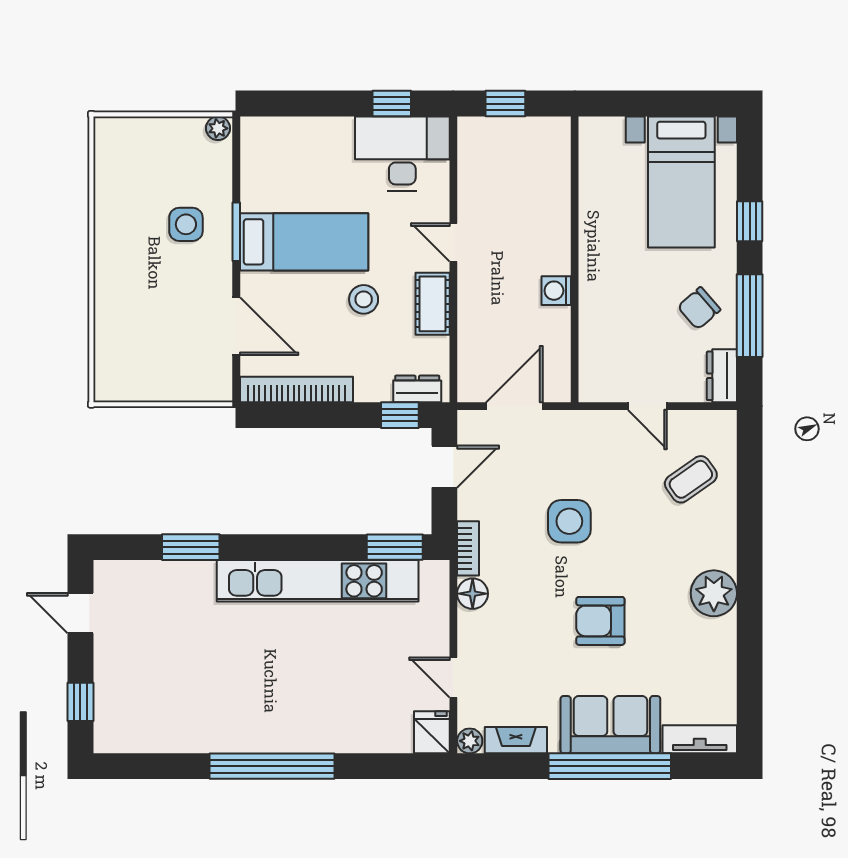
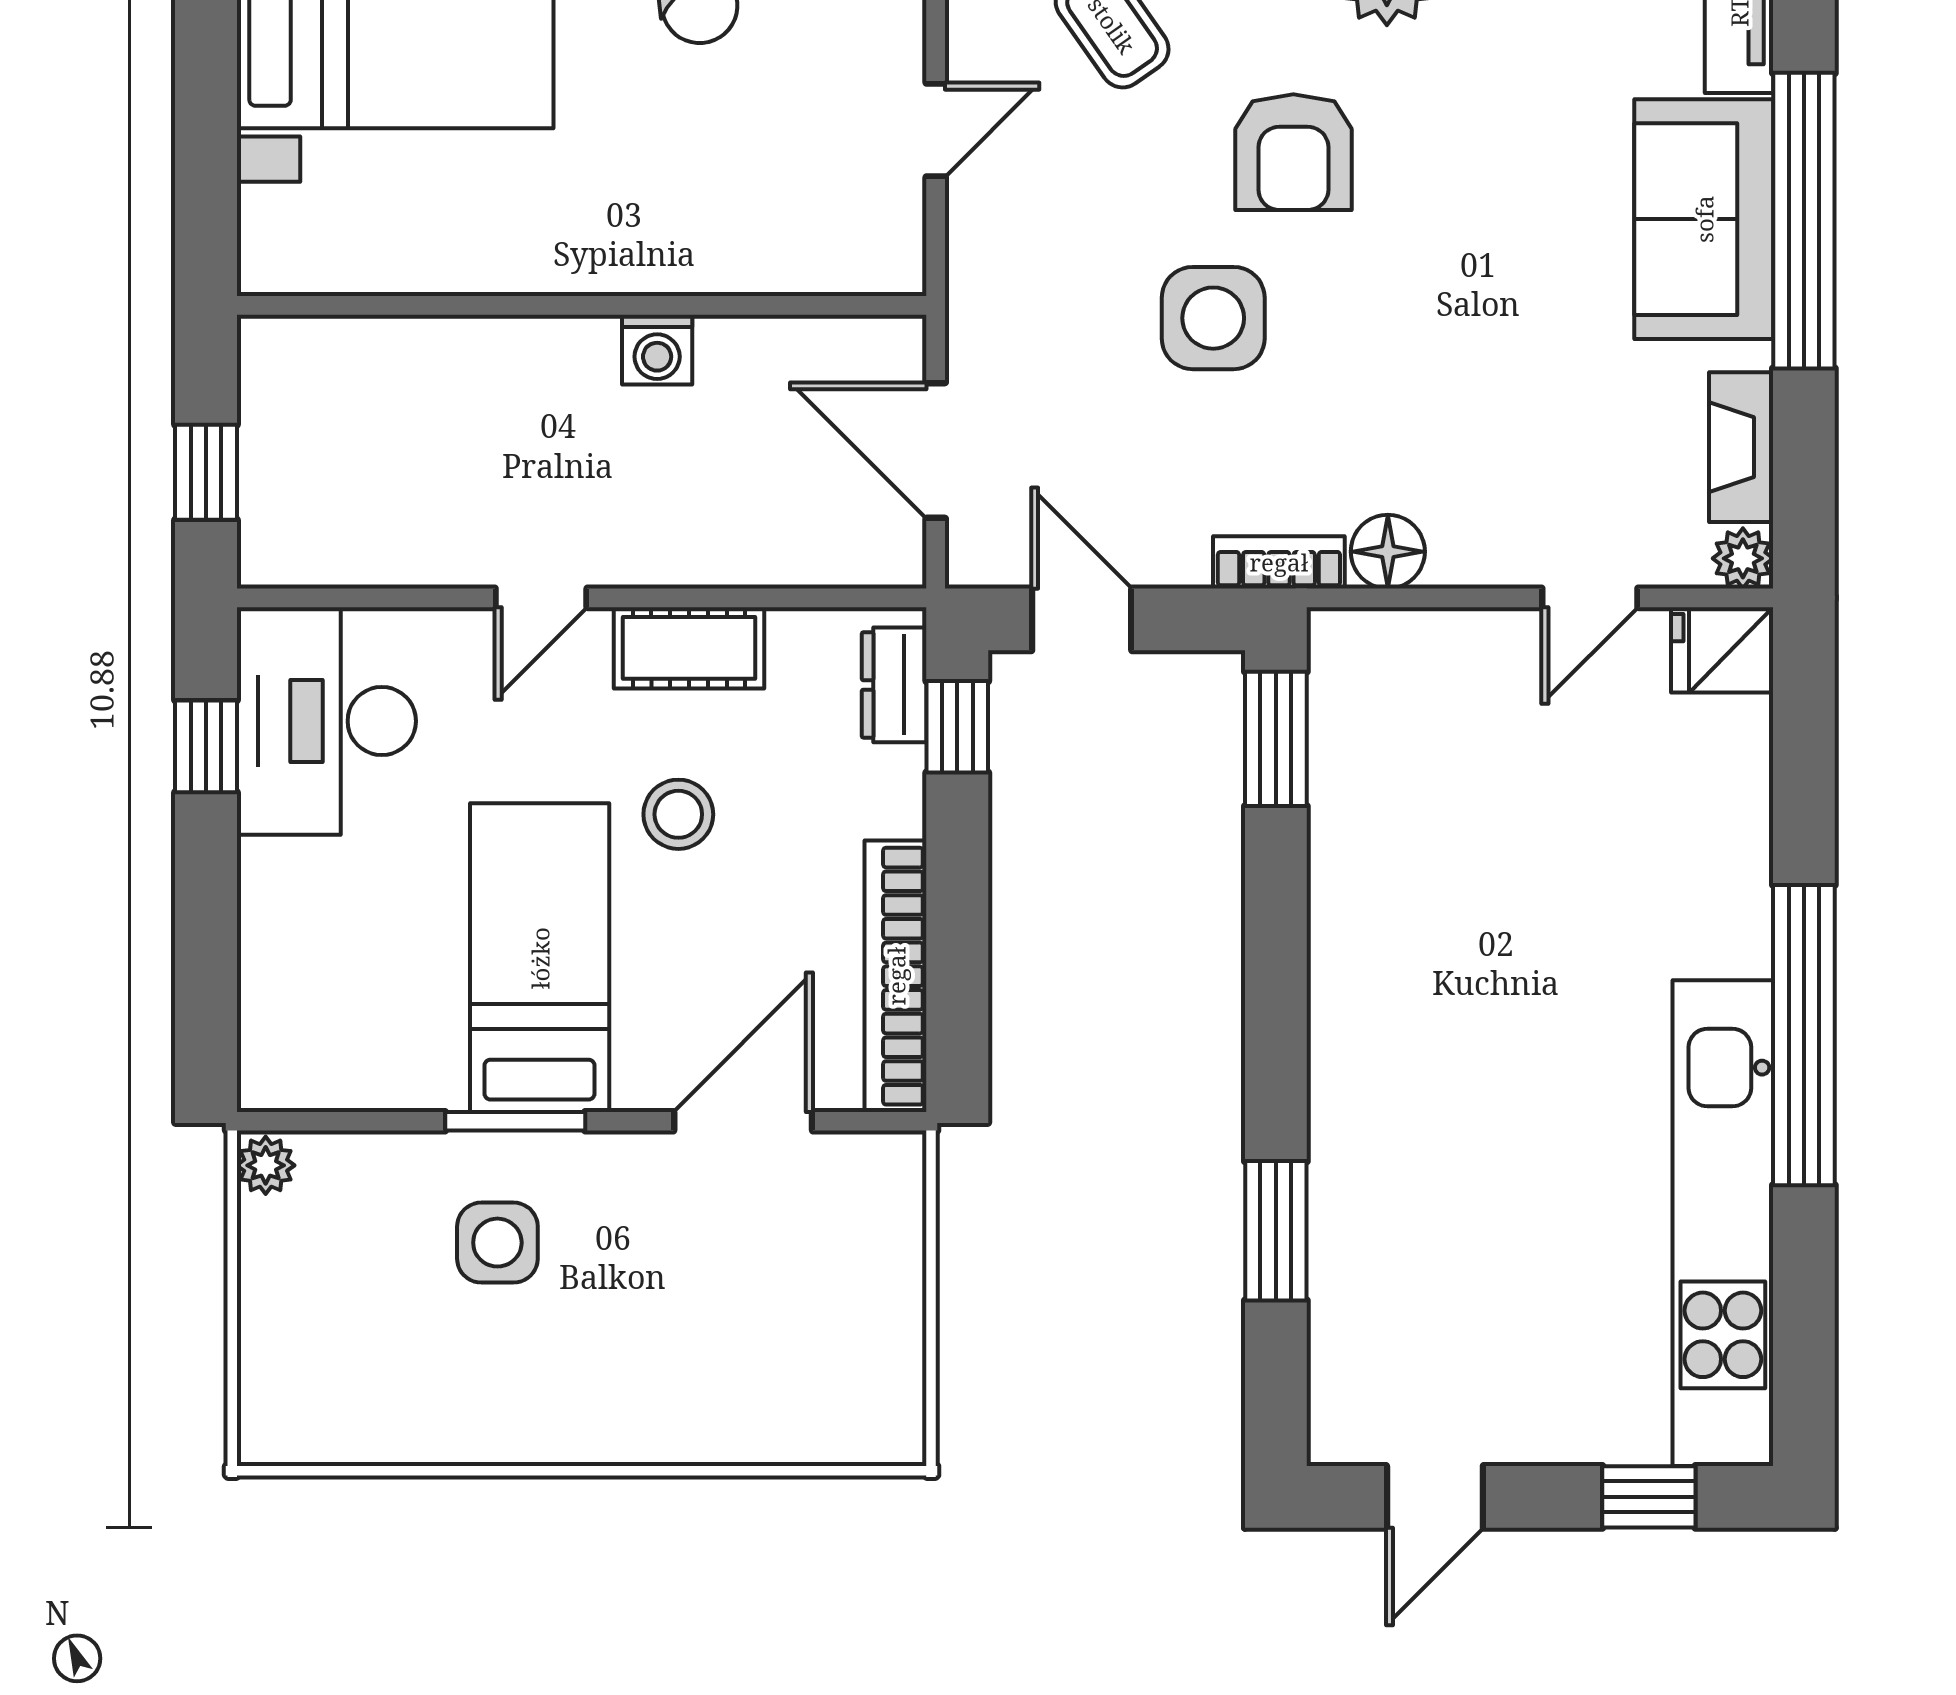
kitchen unit: (318, 581) -> (1723, 1223), moved, turned 180
armchair: (600, 621) -> (1293, 152), moved

